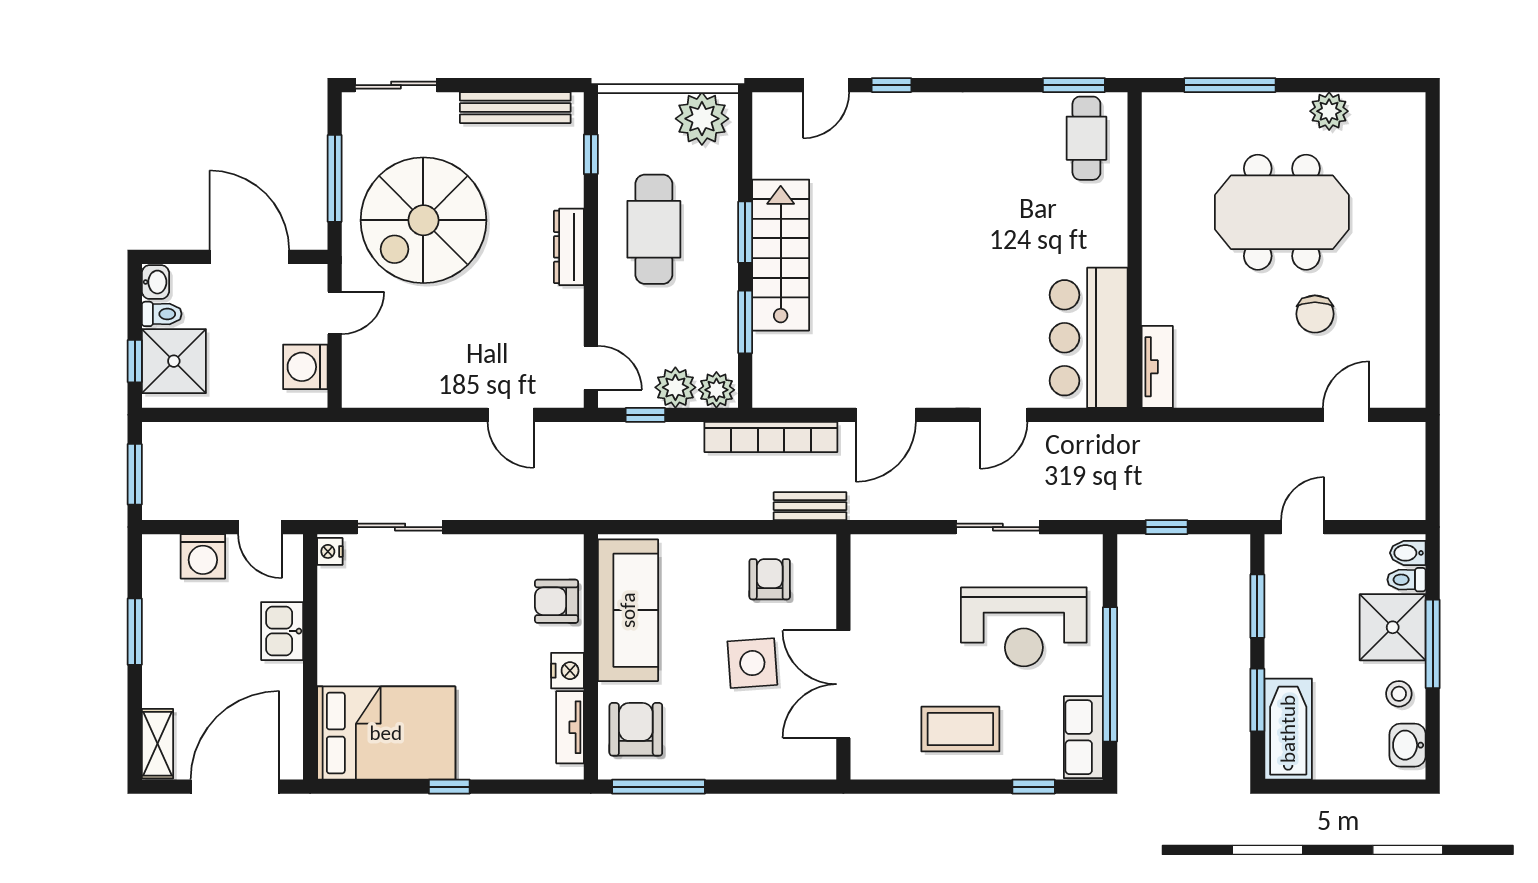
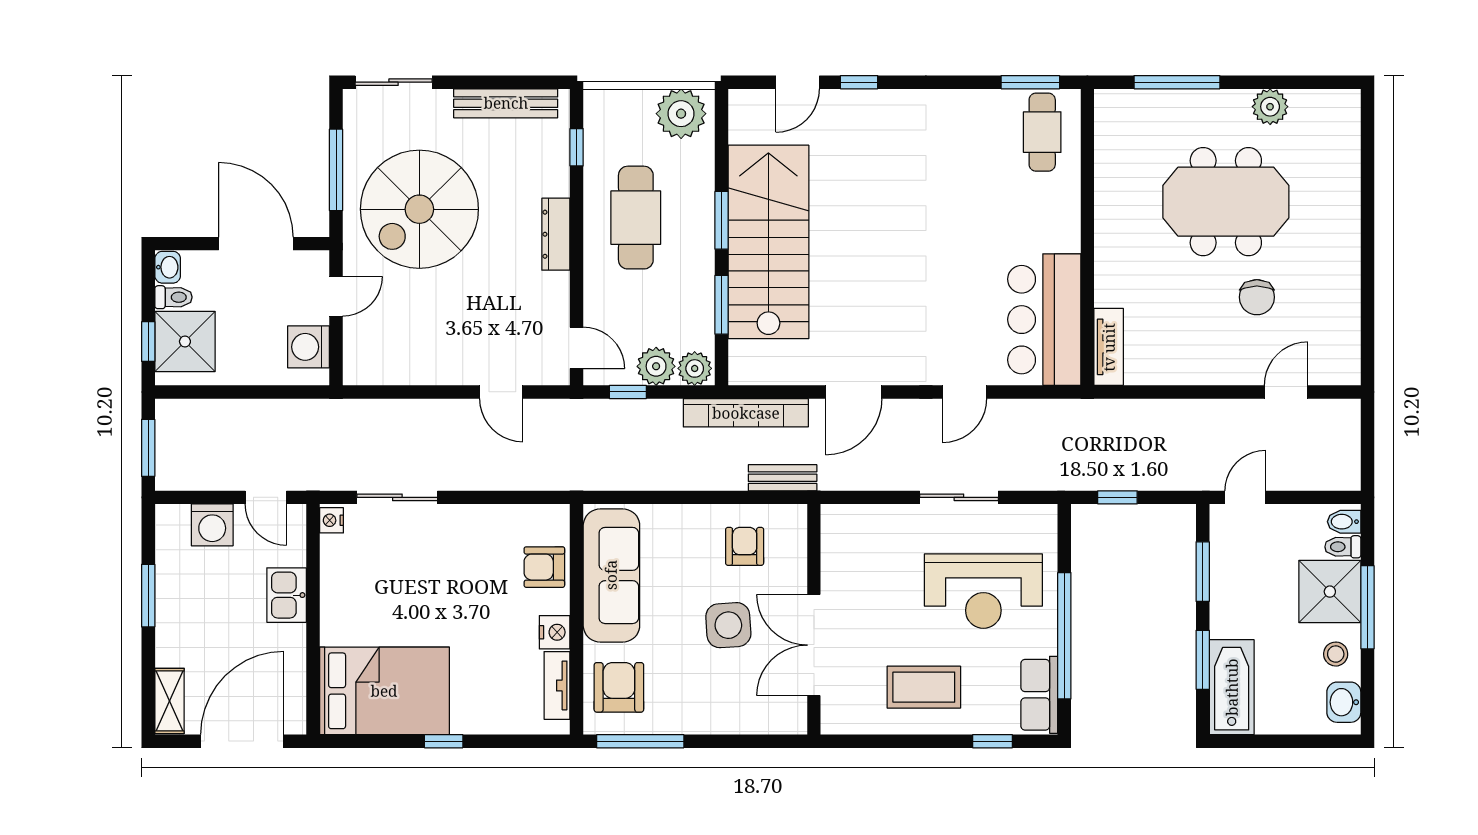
stairs: (781, 255) -> (768, 242), width x1.36, depth x1.51

